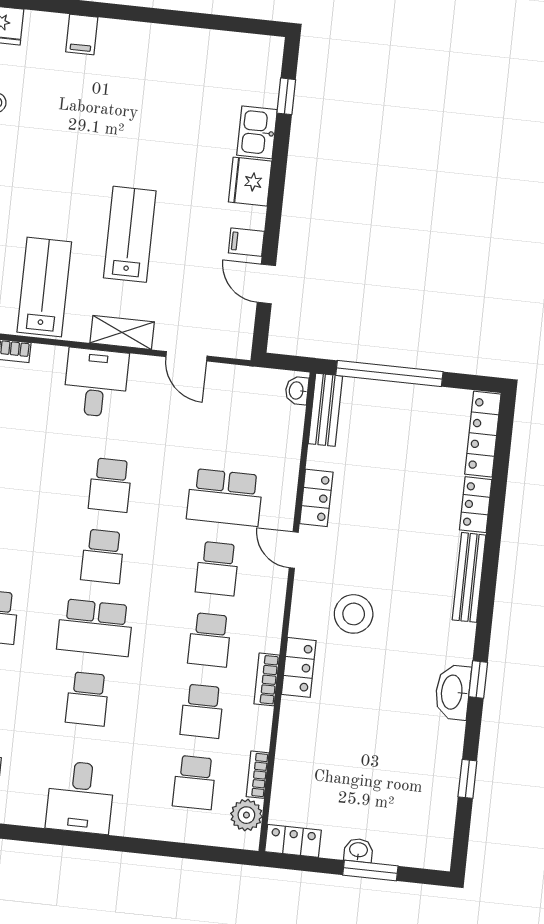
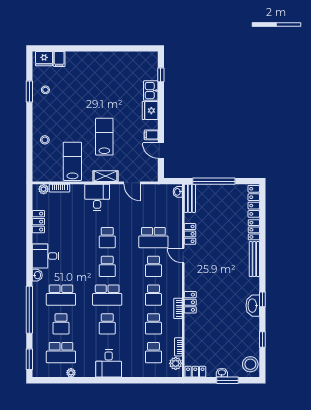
filing cabinet: (82, 34) -> (59, 59), moved
stool: (354, 614) -> (250, 364), moved

